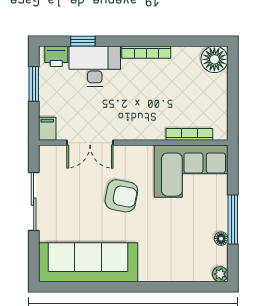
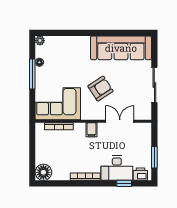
filing cabinet: (47, 129) -> (92, 130), moved
armchair: (121, 196) -> (100, 89), turned 136

